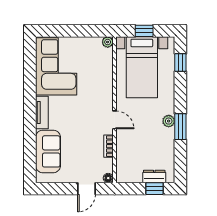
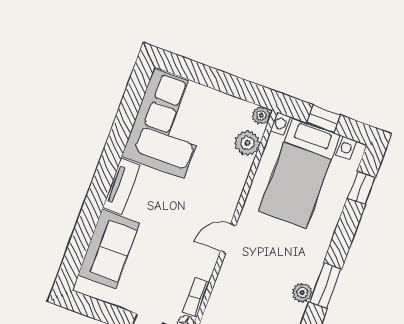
plant: (105, 61) -> (247, 143), added
door: (114, 120) -> (228, 238), swing flipped
plant: (169, 121) -> (302, 293), moved
bookcase: (109, 146) -> (196, 297), moved

